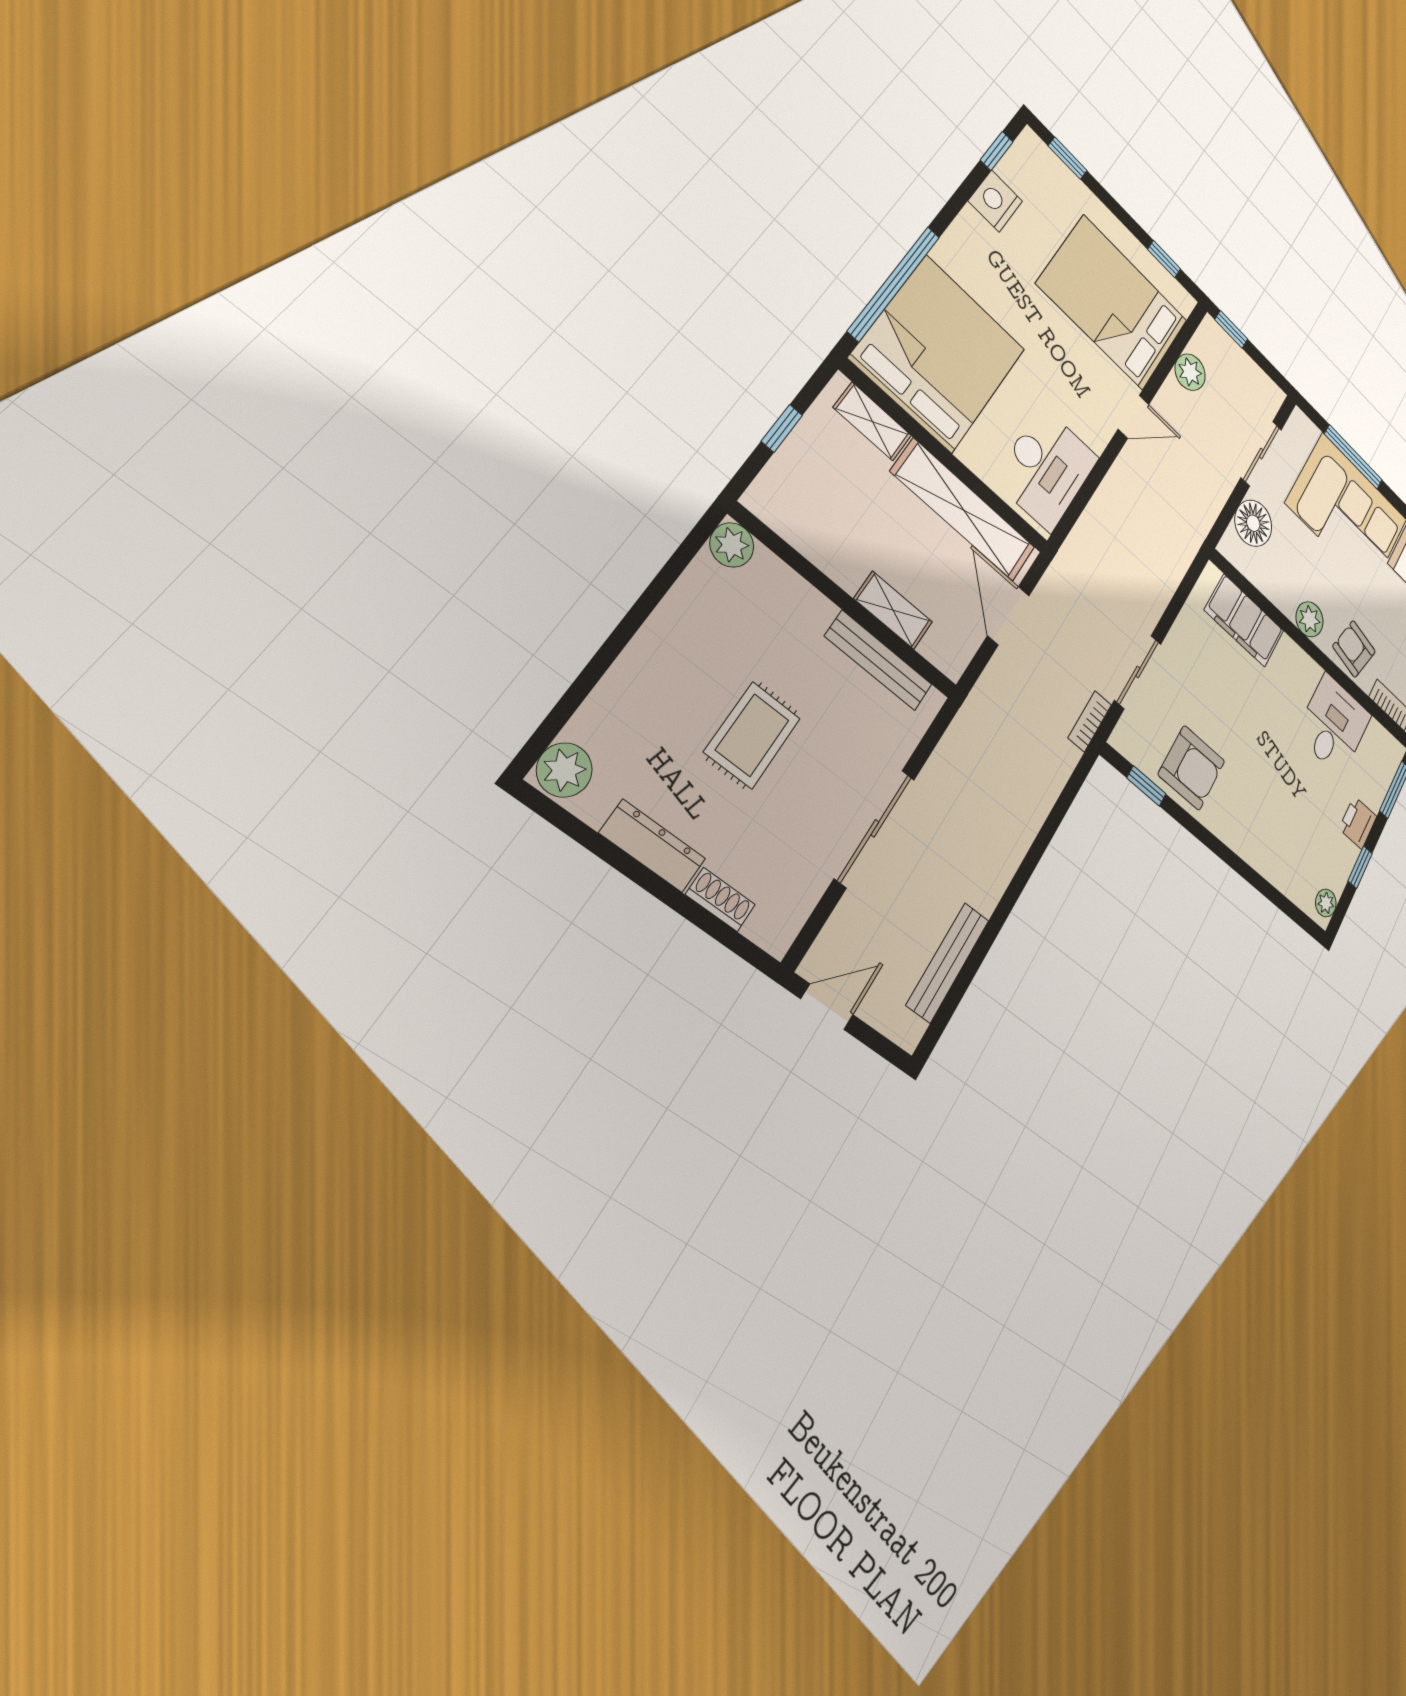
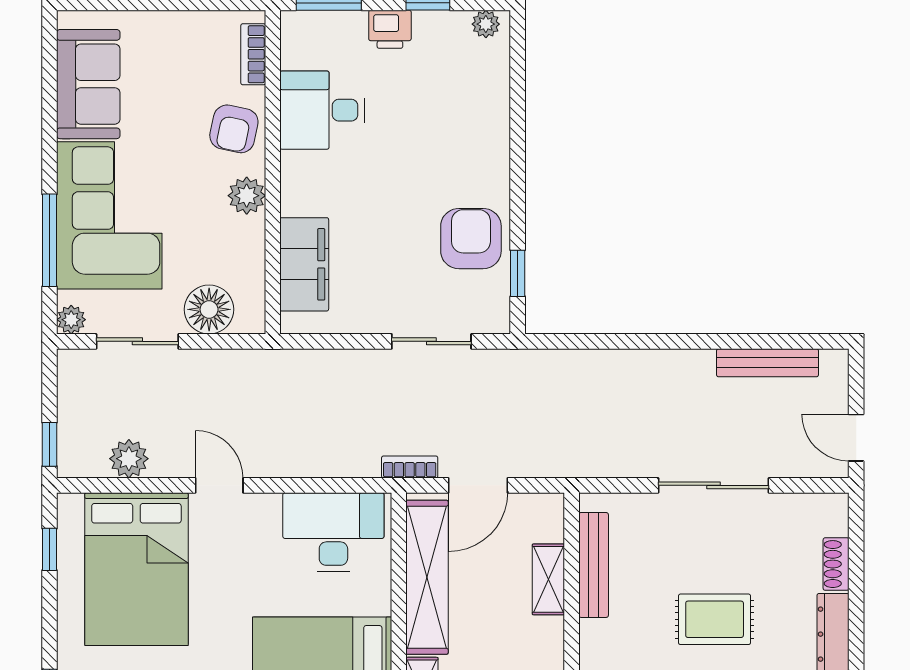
plant: (1299, 423) -> (71, 320), added
bookcase: (1090, 721) -> (410, 467), moved, turned 180

